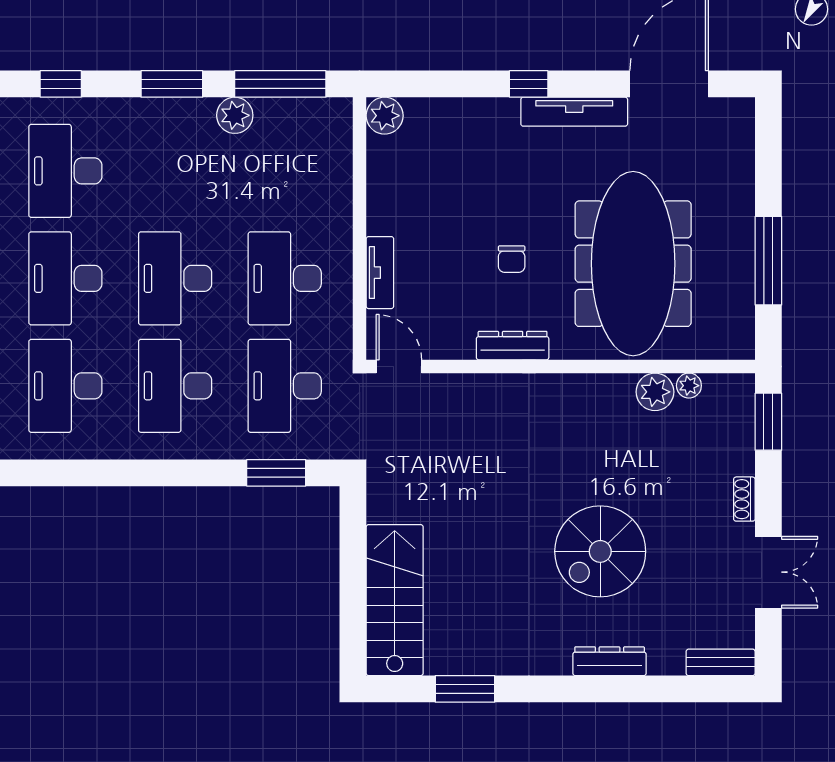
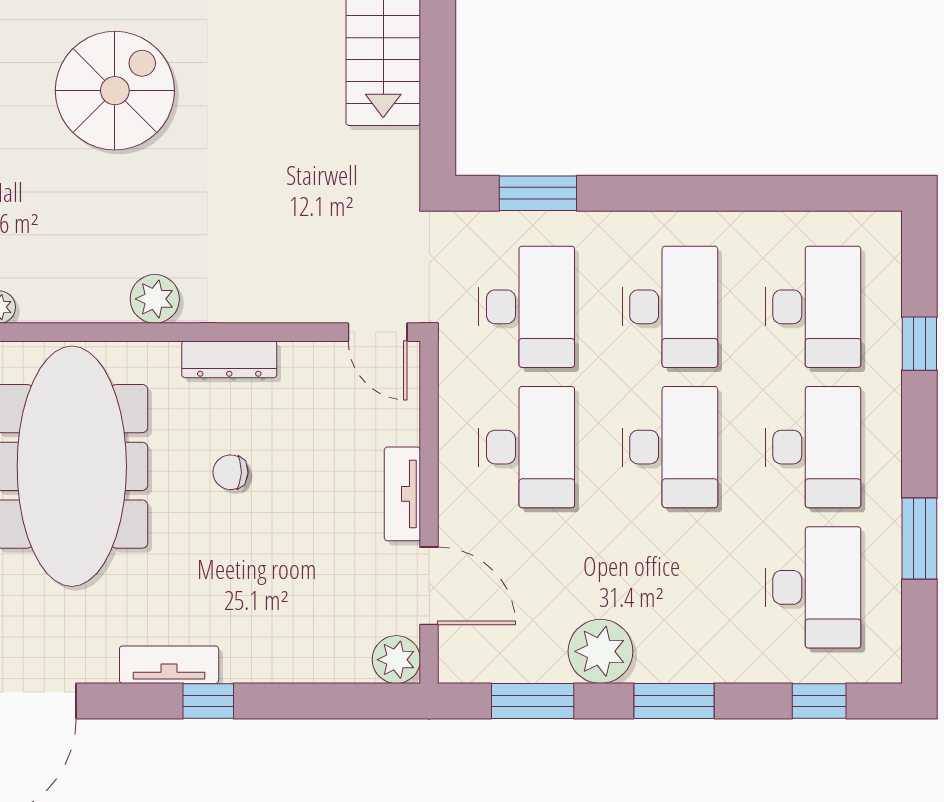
window: (280, 84) -> (533, 701), width x0.69
tv unit: (574, 112) -> (169, 665), width x0.71
plant: (235, 115) -> (600, 651), width x1.36, depth x1.36
door: (360, 172) -> (429, 586), added
chair: (512, 259) -> (231, 472), turned -88
tv unit: (380, 273) -> (402, 494), moved
plant: (655, 392) -> (155, 299), moved

